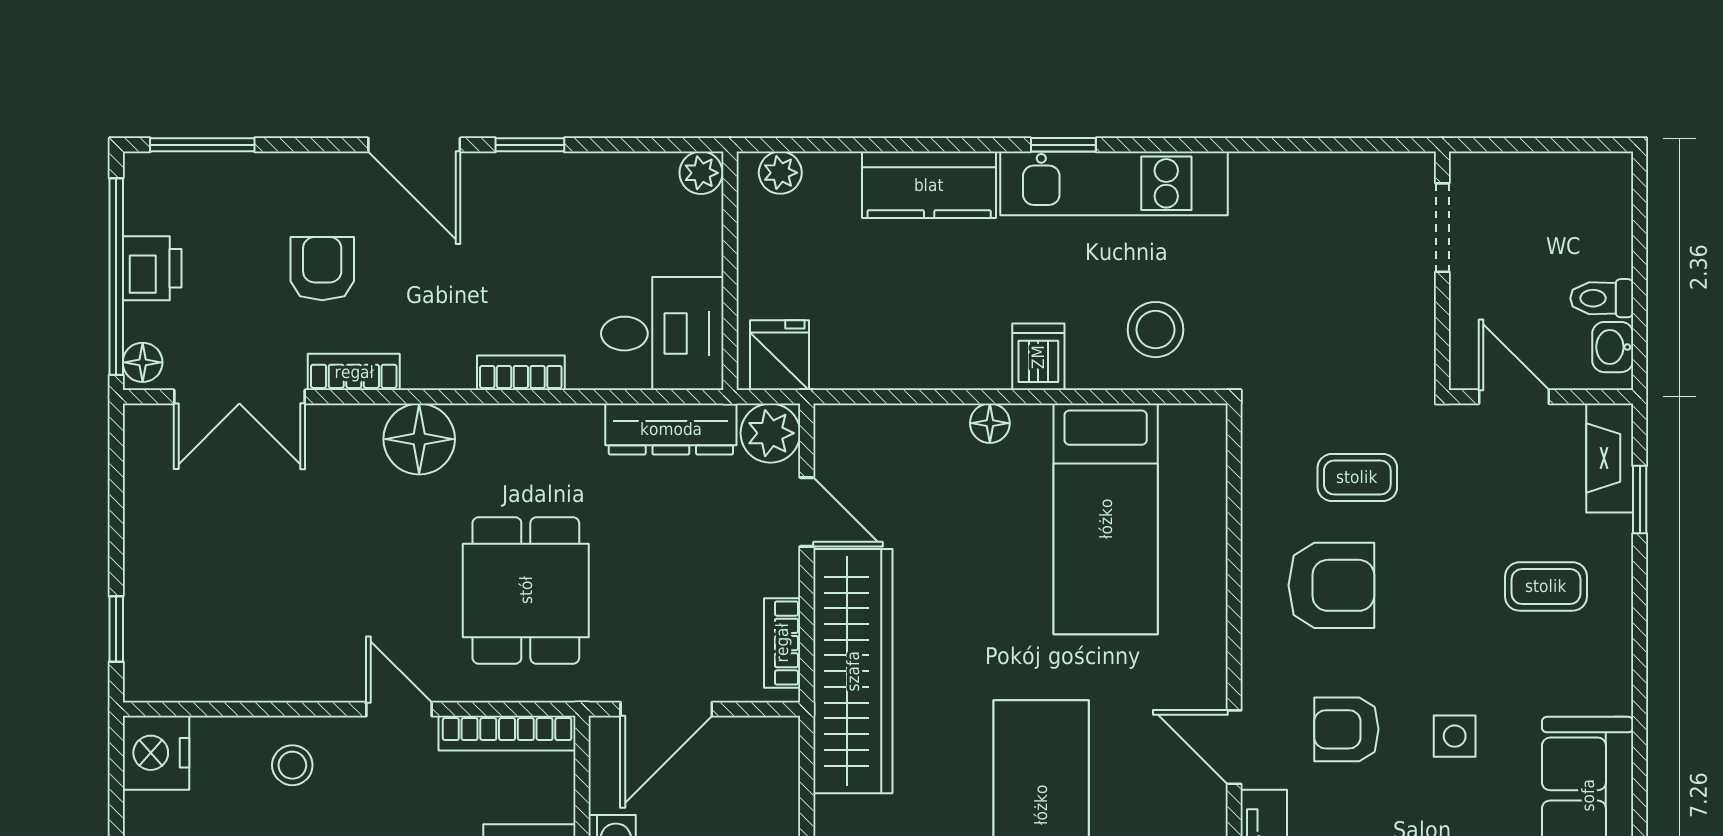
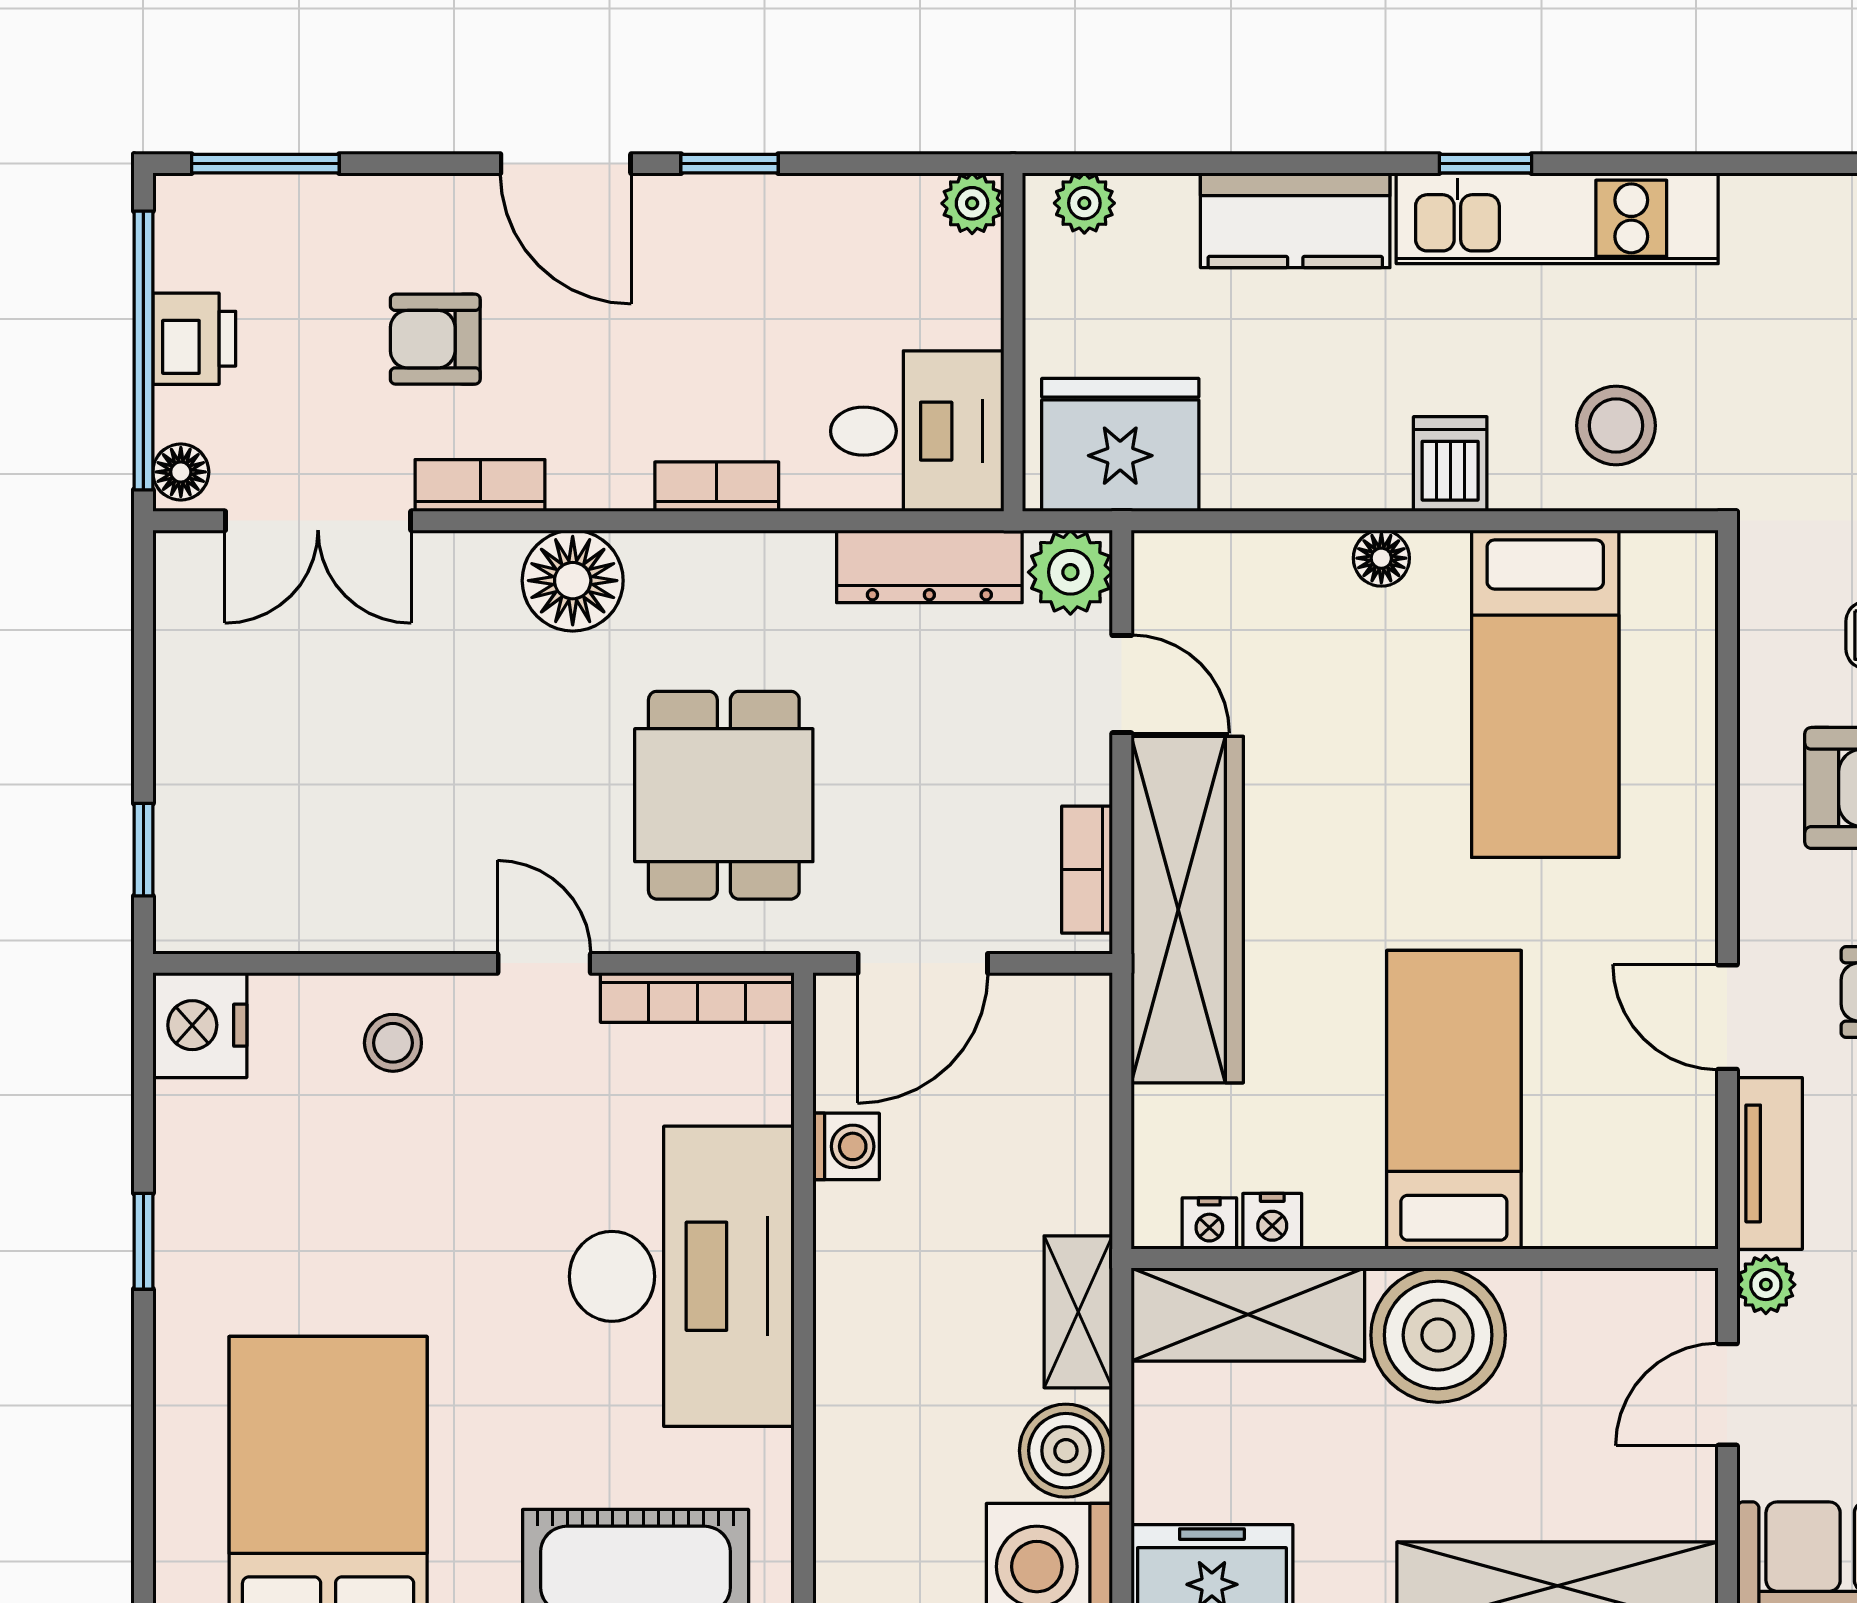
armchair: (322, 269) -> (435, 339), turned -90
fridge: (780, 355) -> (1120, 445), width x1.88, depth x1.34

